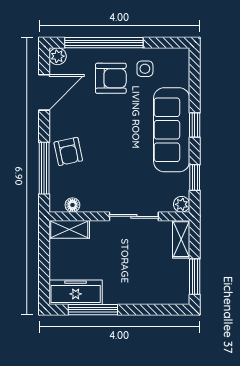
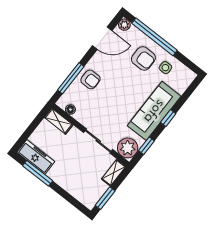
armchair: (68, 151) -> (90, 79), turned -78
plant: (182, 204) -> (128, 148), width x1.87, depth x1.87

